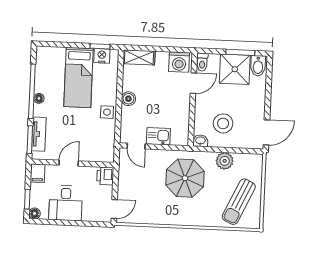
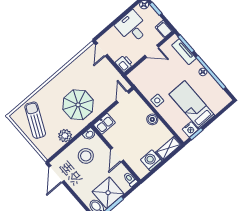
washing machine: (179, 62) -> (151, 160), moved
door: (193, 83) -> (117, 155), moved
kitchen sink: (158, 136) -> (104, 124), moved
door: (136, 146) -> (123, 97), hinge flipped
door: (69, 163) -> (152, 51), hinge flipped

